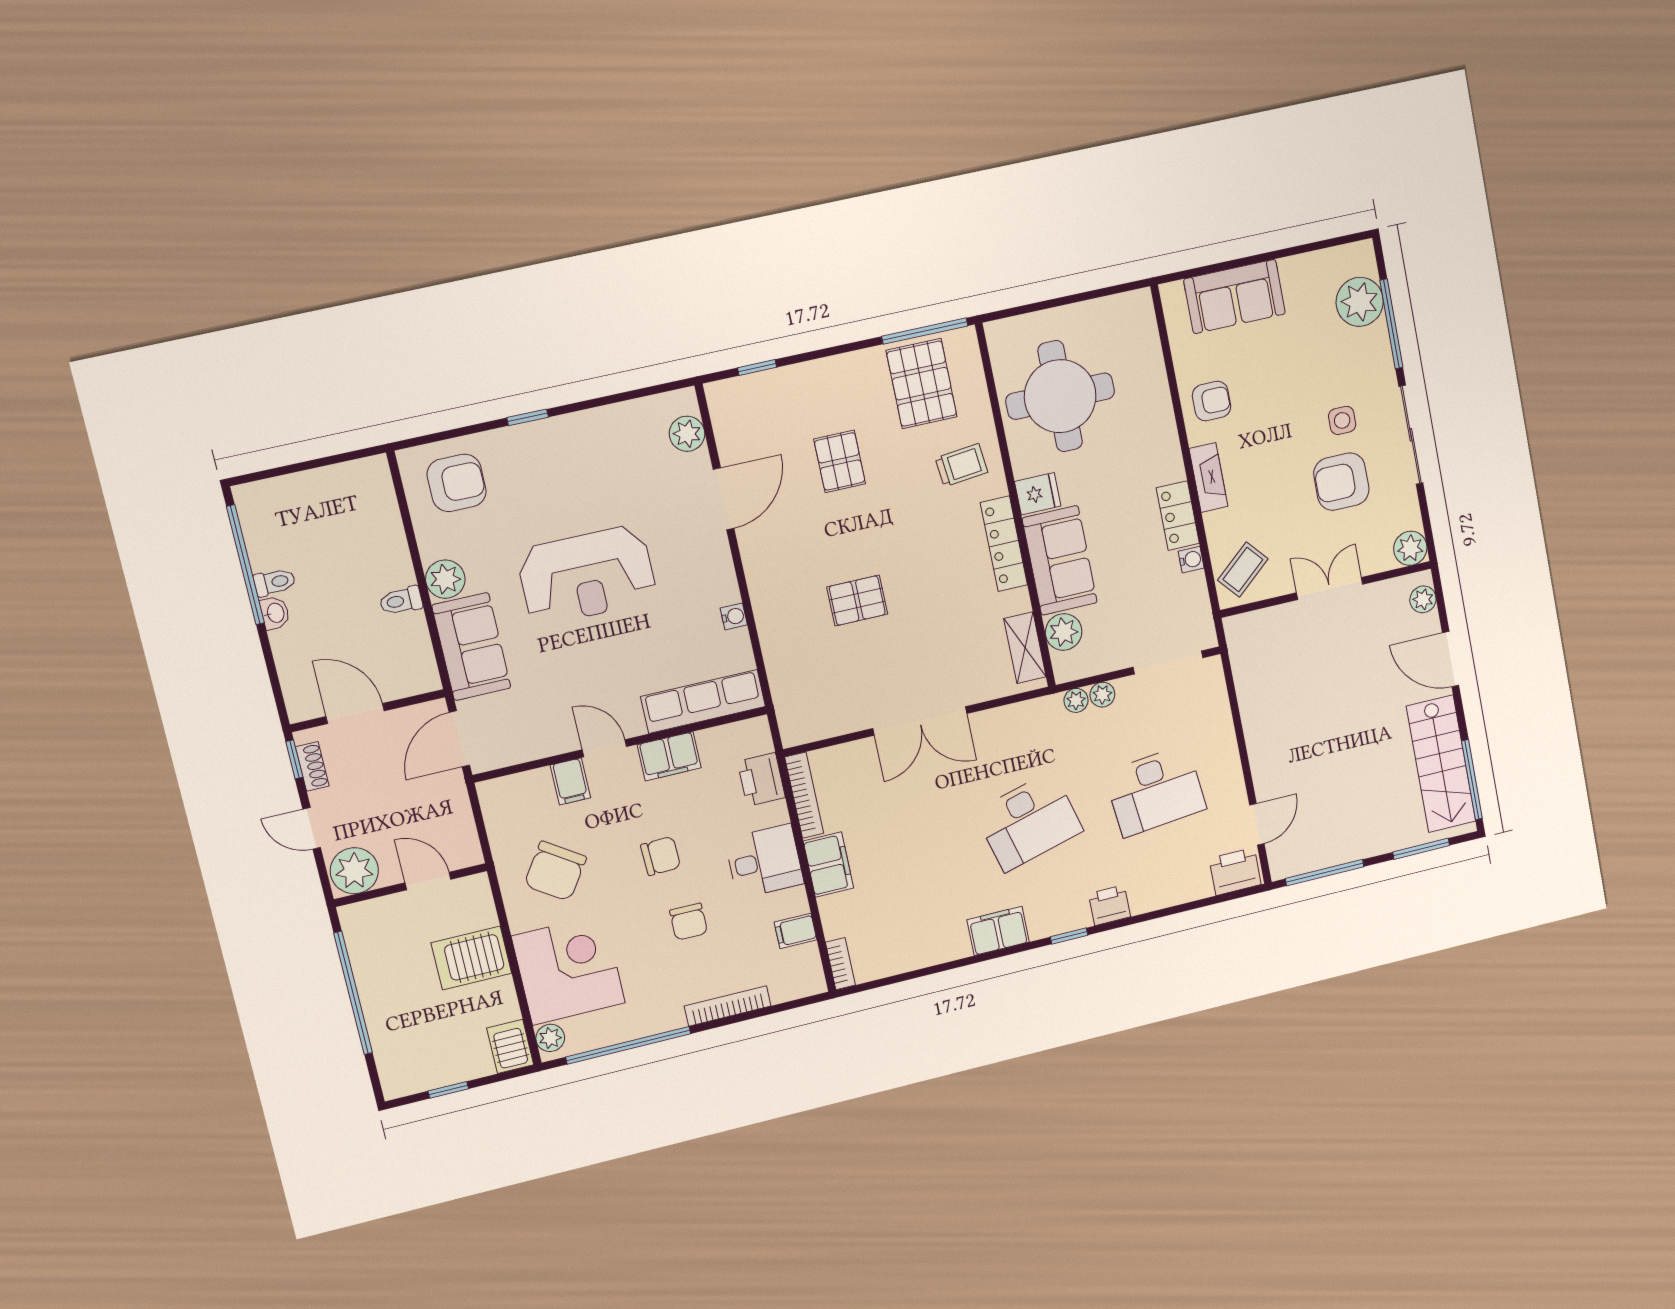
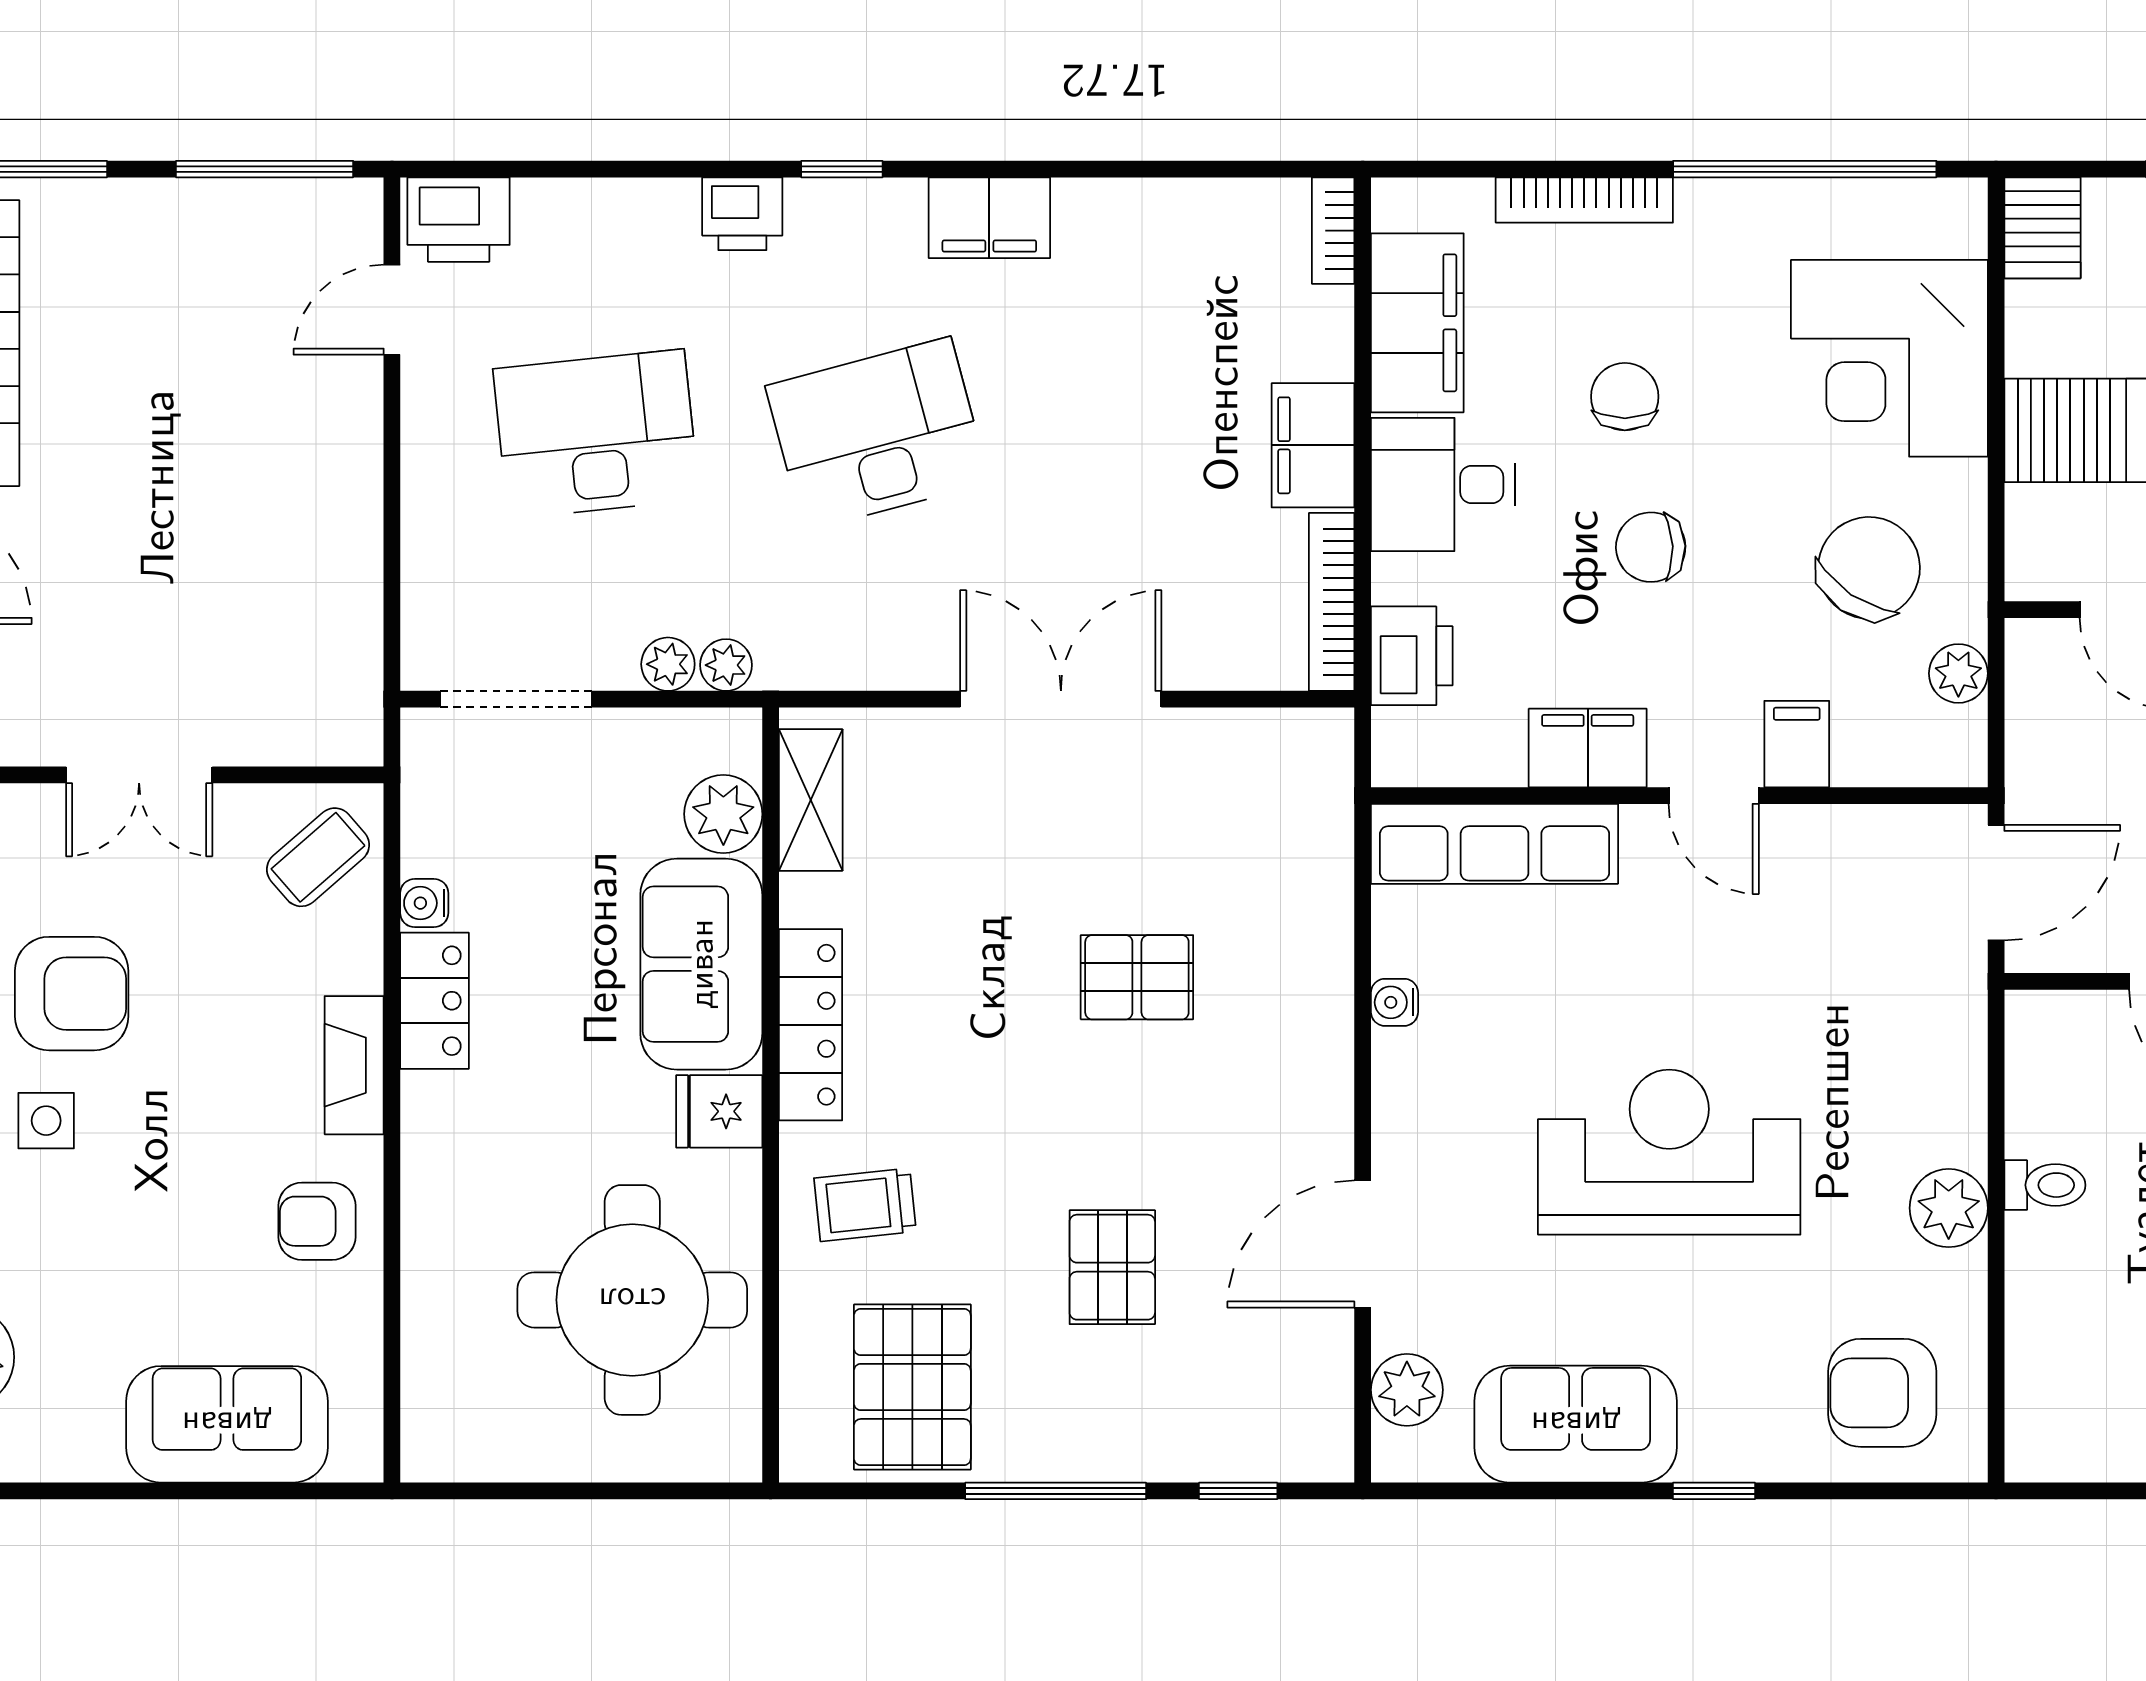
window: (925, 331) -> (1056, 1491), moved
sofa: (471, 647) -> (1576, 1424), moved, turned 90
filing cabinet: (796, 931) -> (1417, 323), width x3.00, depth x1.17
plant: (550, 1038) -> (1958, 673), moved

